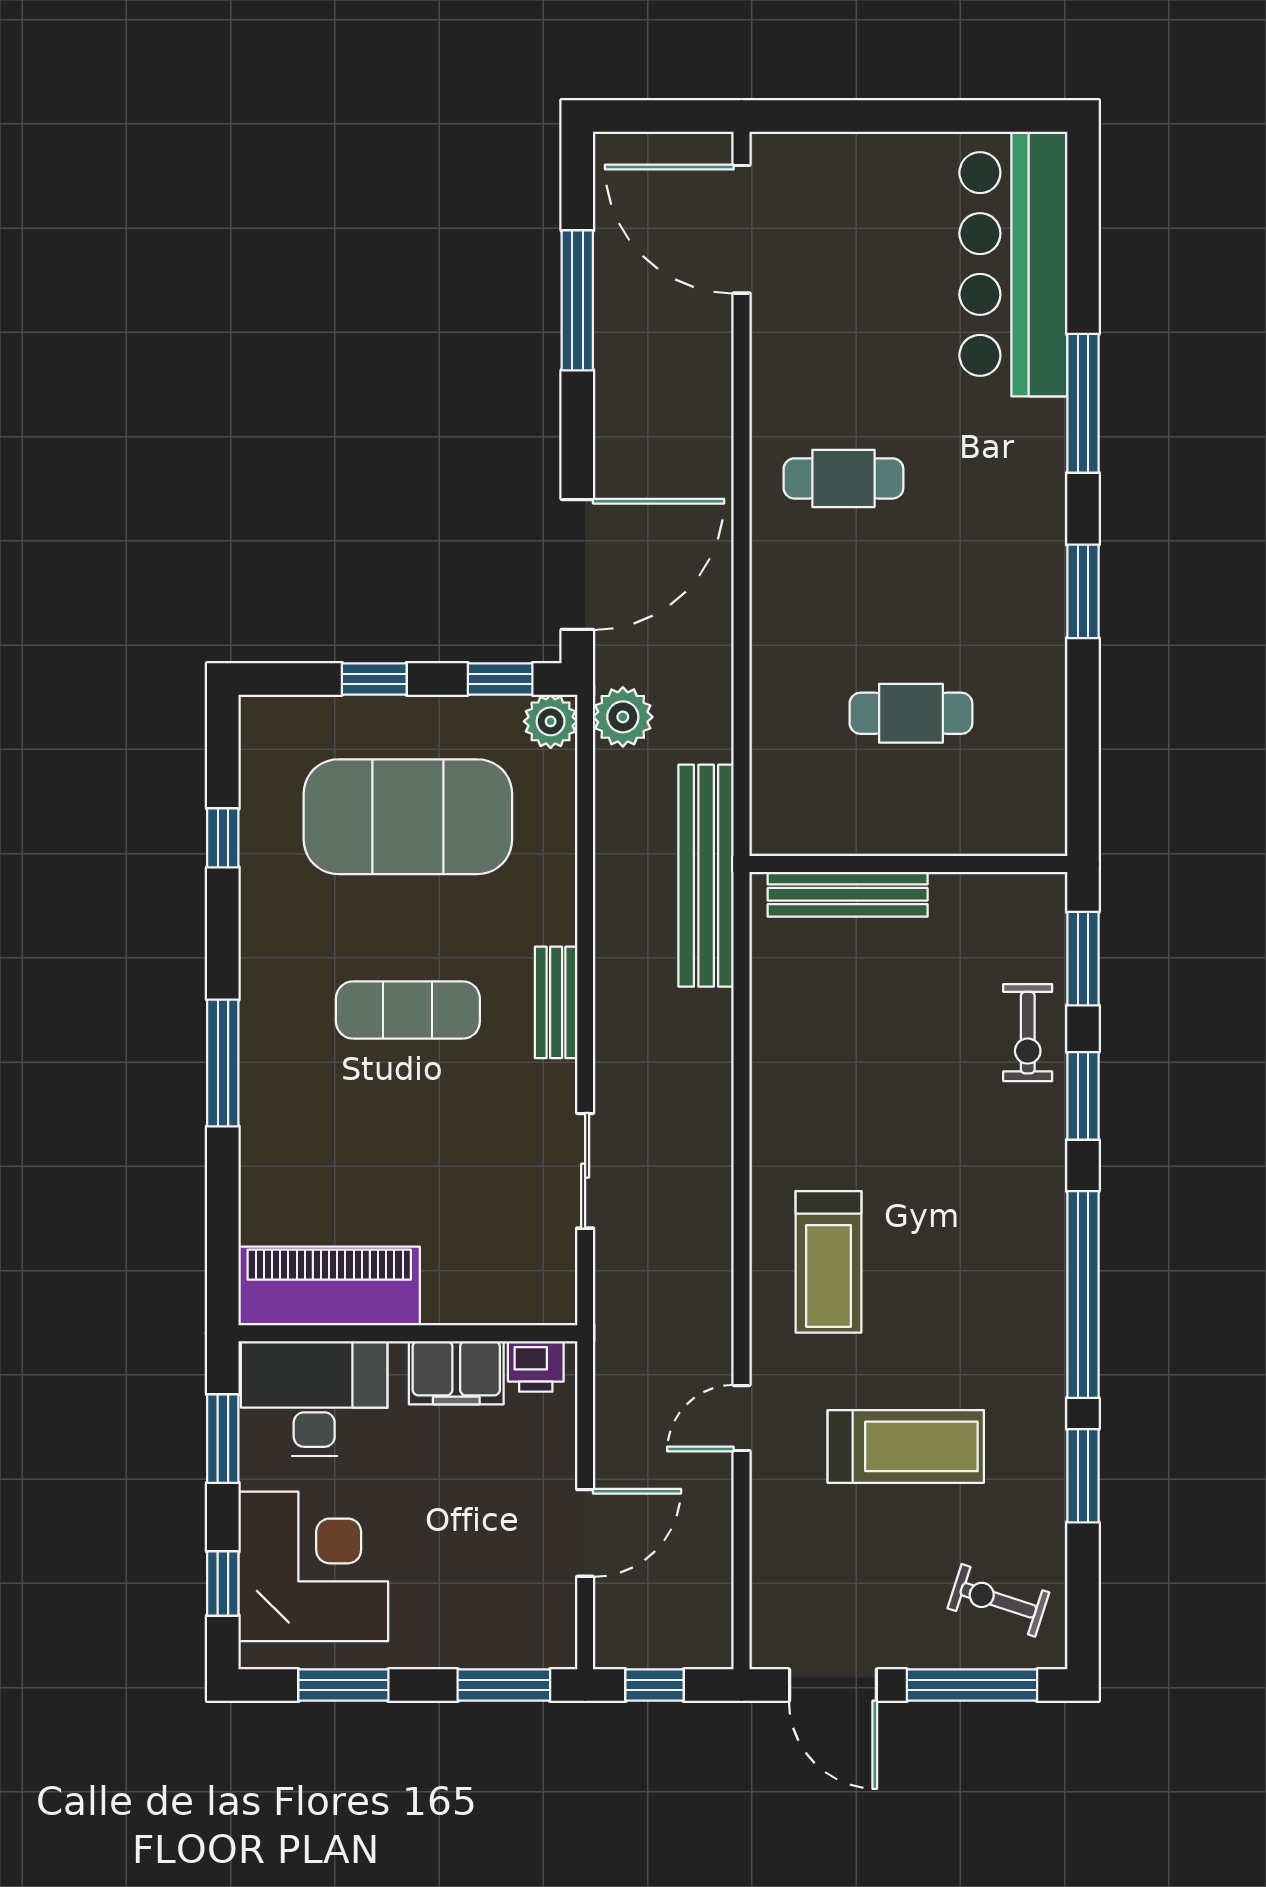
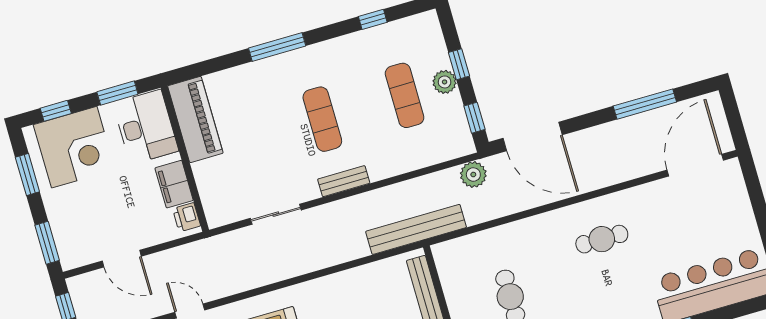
cafe table: (843, 478) -> (602, 239), turned 90
plant: (551, 721) -> (445, 82), moved
exercise mat: (408, 817) -> (405, 95), width x0.50, depth x0.69

